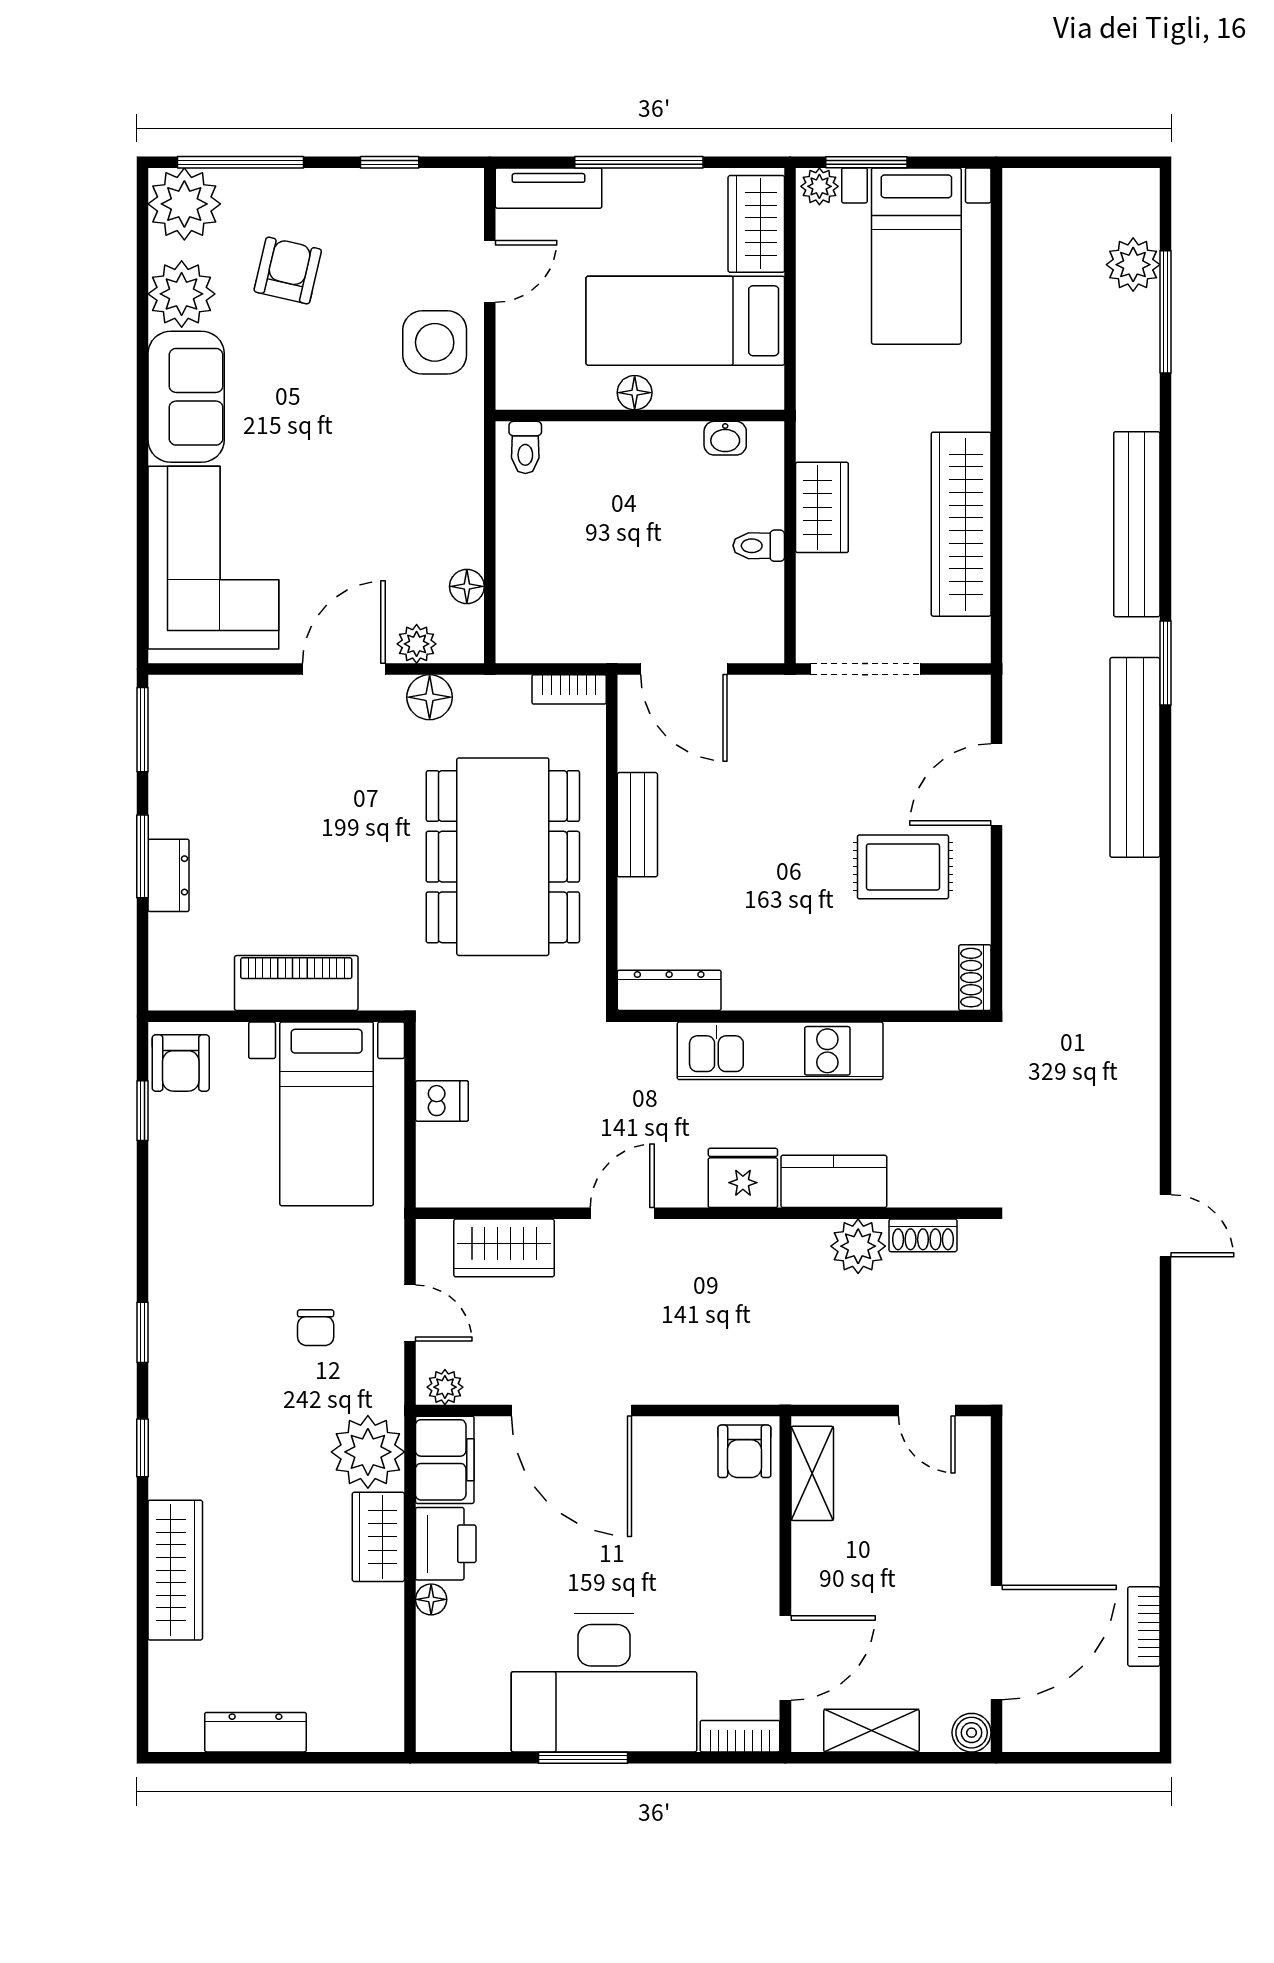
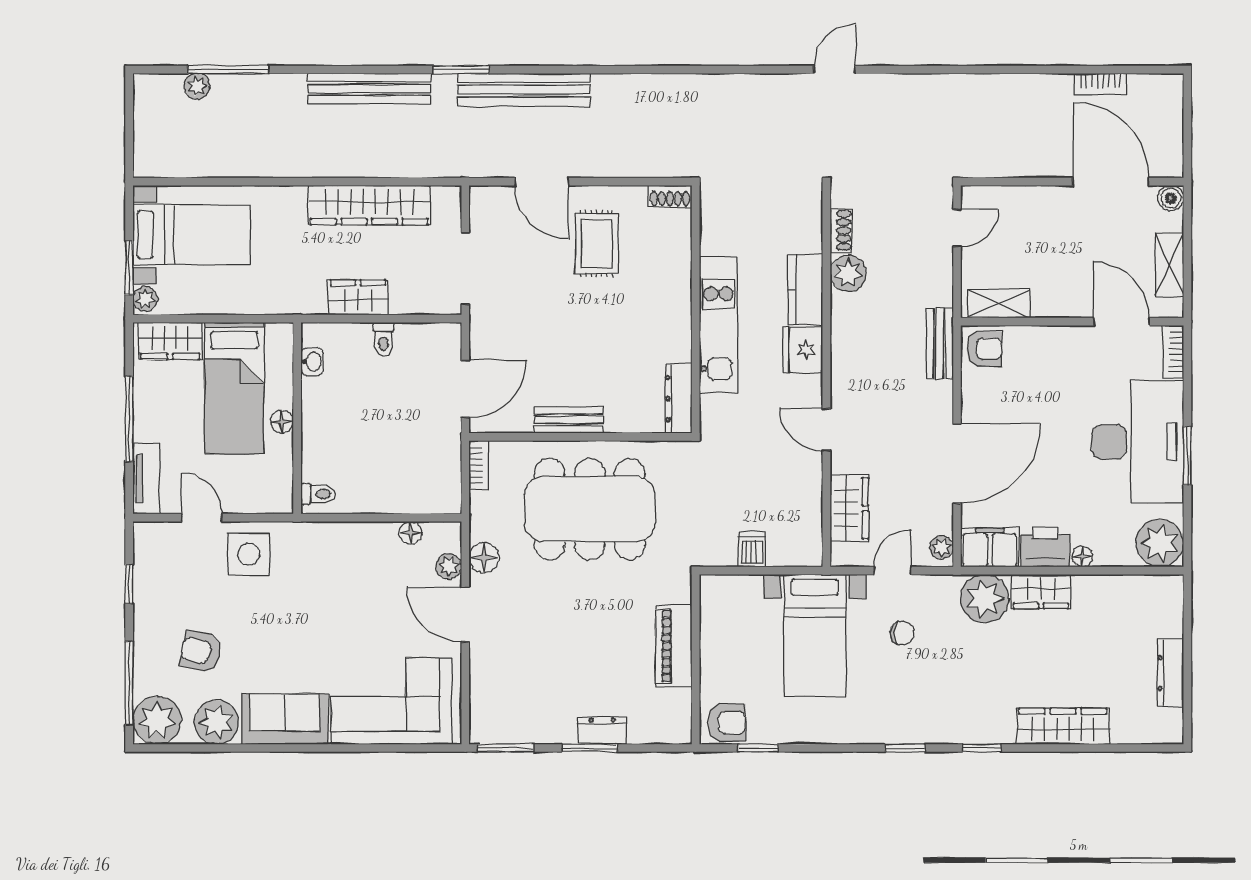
plant: (1133, 265) -> (197, 86), width x0.73, depth x0.73
bed with nightstands: (327, 1114) -> (815, 635), moved, turned 90
bench: (753, 1384) -> (940, 343), added
plant: (451, 1716) -> (1160, 543), added

